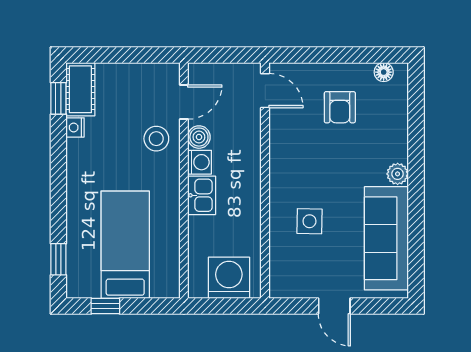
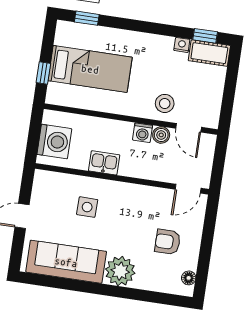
plant: (398, 174) -> (120, 271), width x1.88, depth x1.88
kitchen sink: (202, 195) -> (104, 163), moved, turned 180
window: (105, 306) -> (43, 73), moved

